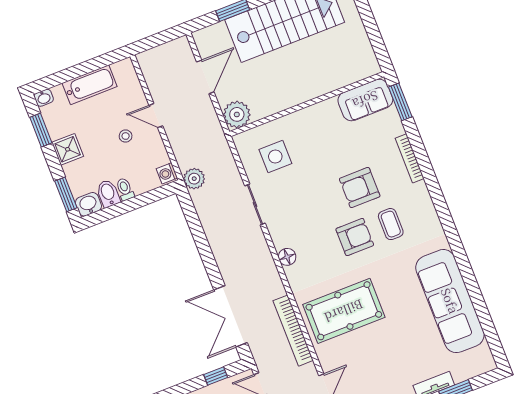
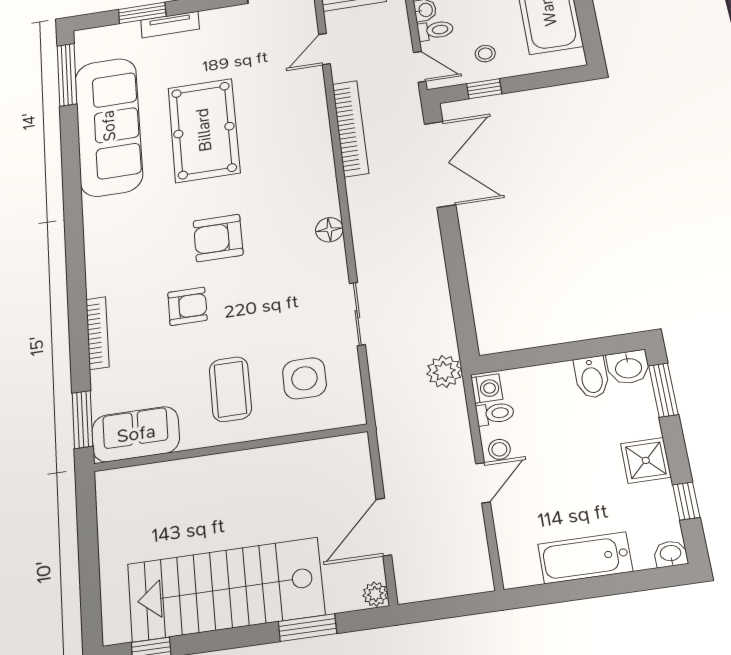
plant: (237, 114) -> (375, 594), moved, width x0.53, depth x0.53
door: (156, 116) -> (483, 483), hinge flipped
window: (41, 130) -> (686, 501), width x0.67
stool: (126, 136) -> (499, 449), moved
armchair: (360, 188) -> (187, 306), width x0.72, depth x0.72
toilet: (125, 189) -> (495, 413), moved, turned -90
coffee table: (391, 224) -> (230, 389), moved, width x1.36, depth x1.30
pool table: (344, 311) -> (204, 130), moved, turned 90
window: (491, 334) -> (67, 75), added

